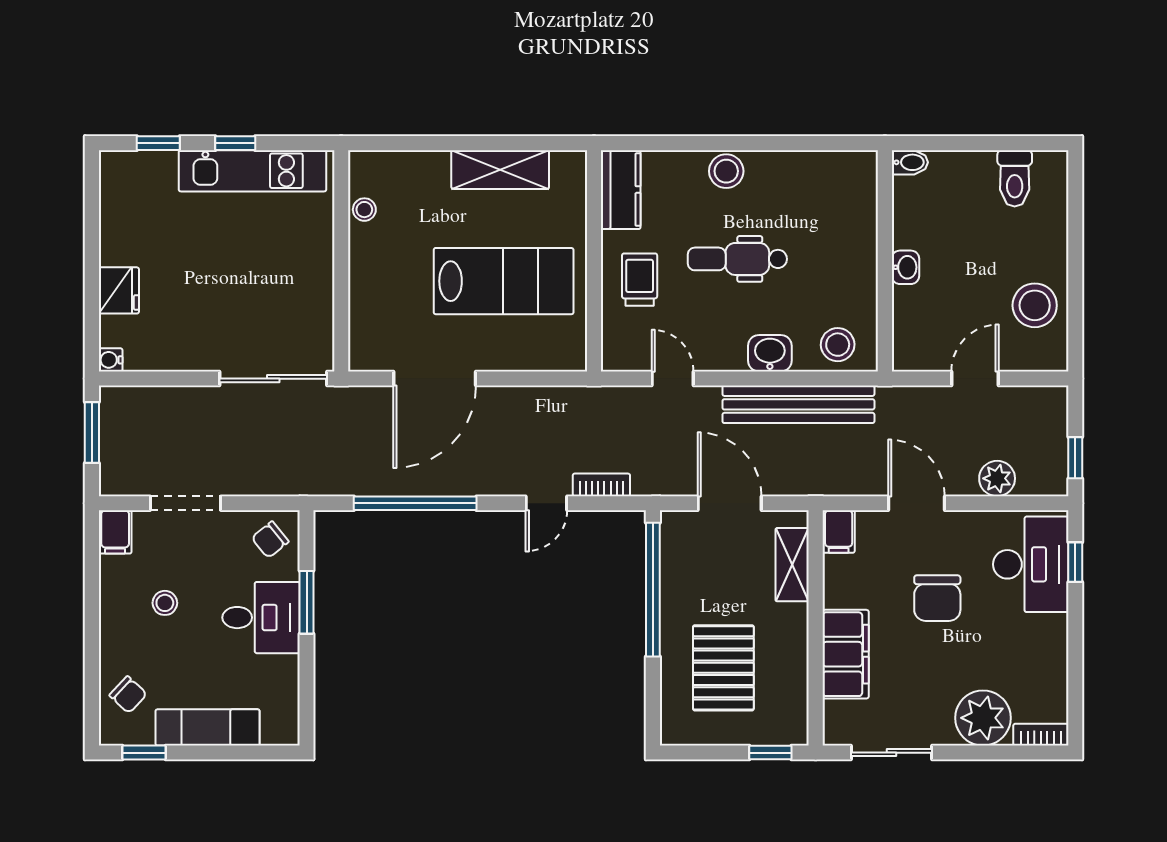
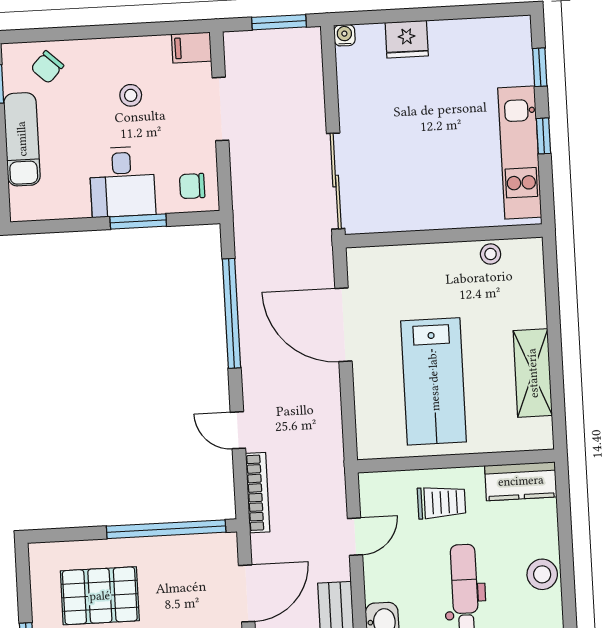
bookcase: (601, 485) -> (258, 493), width x1.56
chair: (270, 540) -> (192, 186), turned -51

